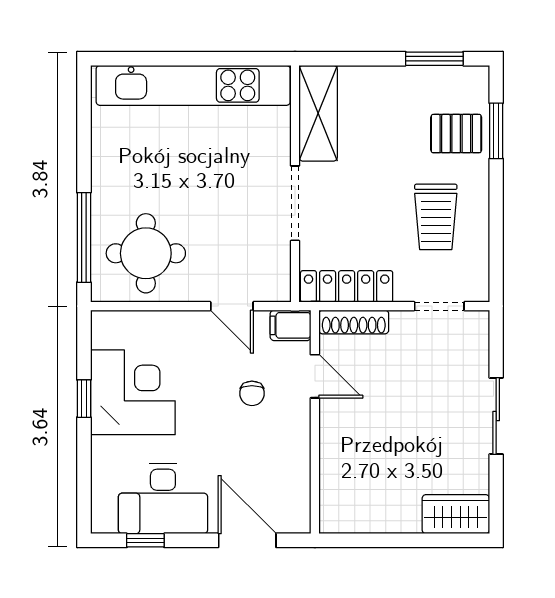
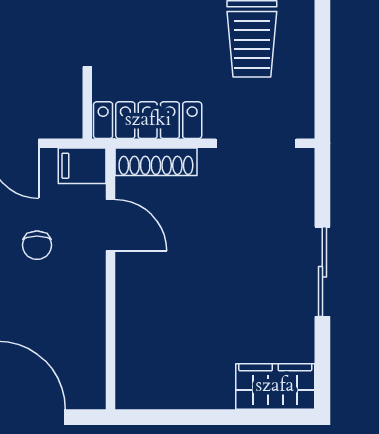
doorway: (439, 306) -> (256, 143), width x1.38

